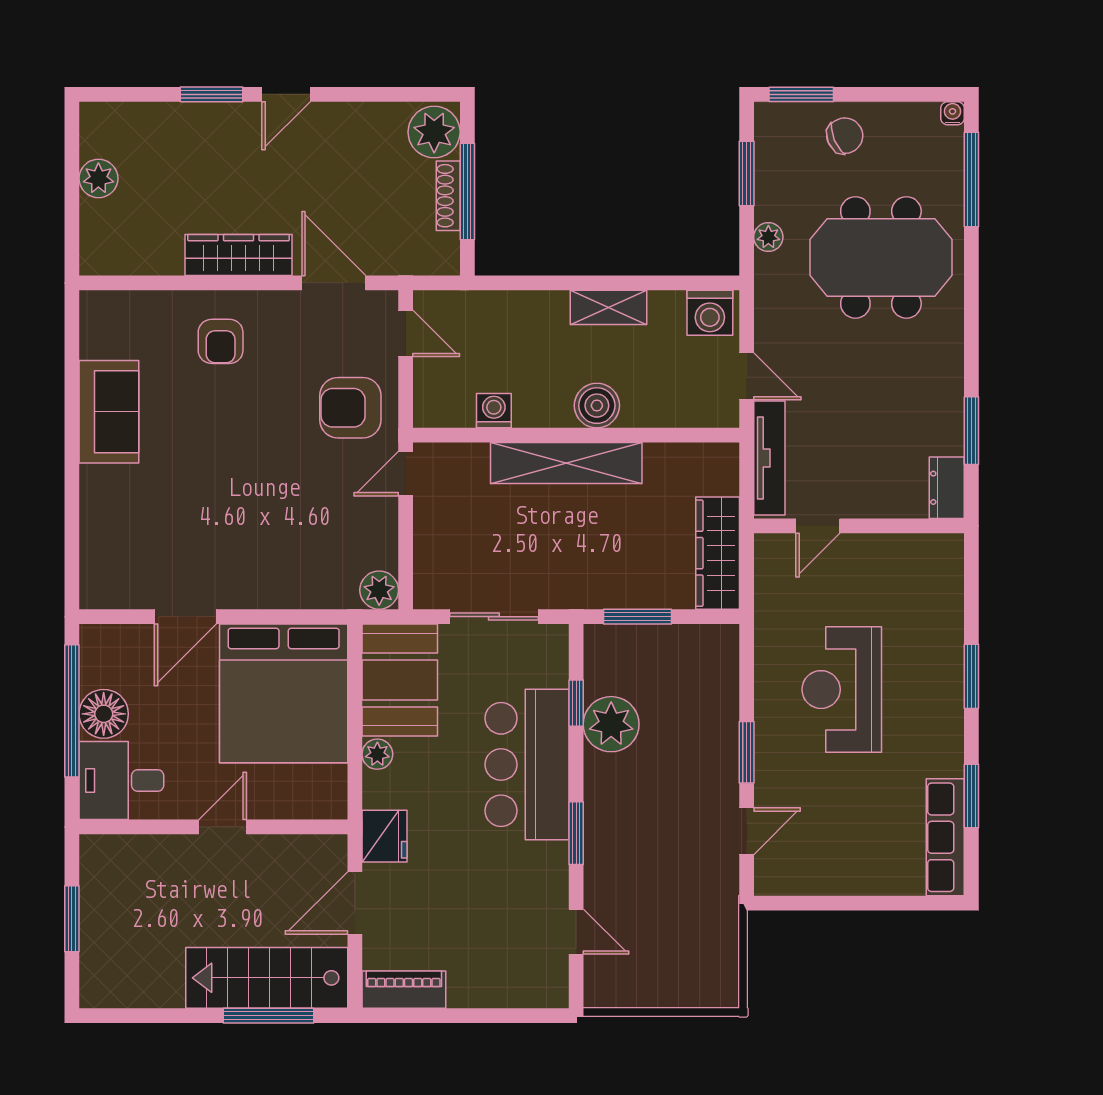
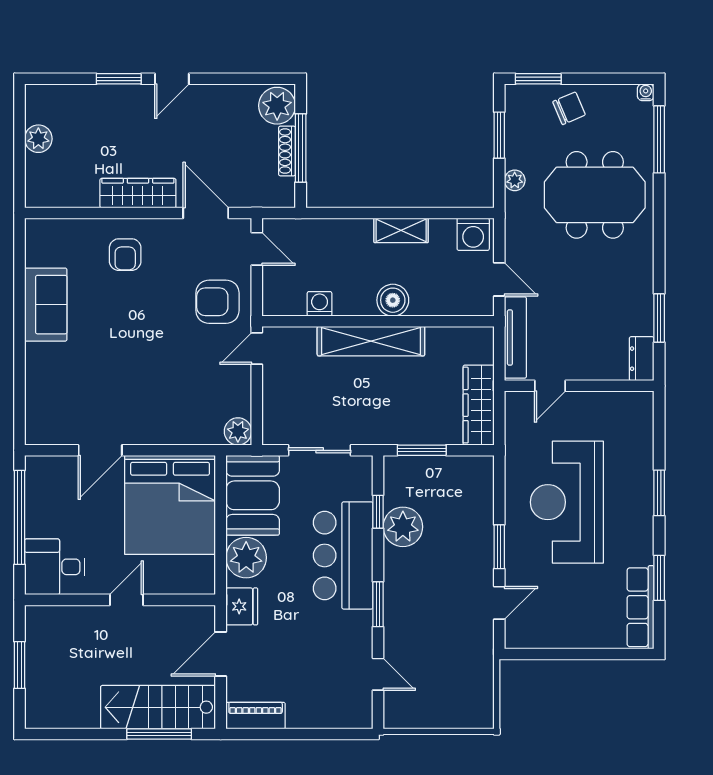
reception desk: (842, 690) -> (567, 502), width x1.36, depth x1.30
floor lamp: (104, 714) -> (42, 519), removed
plant: (377, 754) -> (246, 558), width x1.88, depth x1.88

